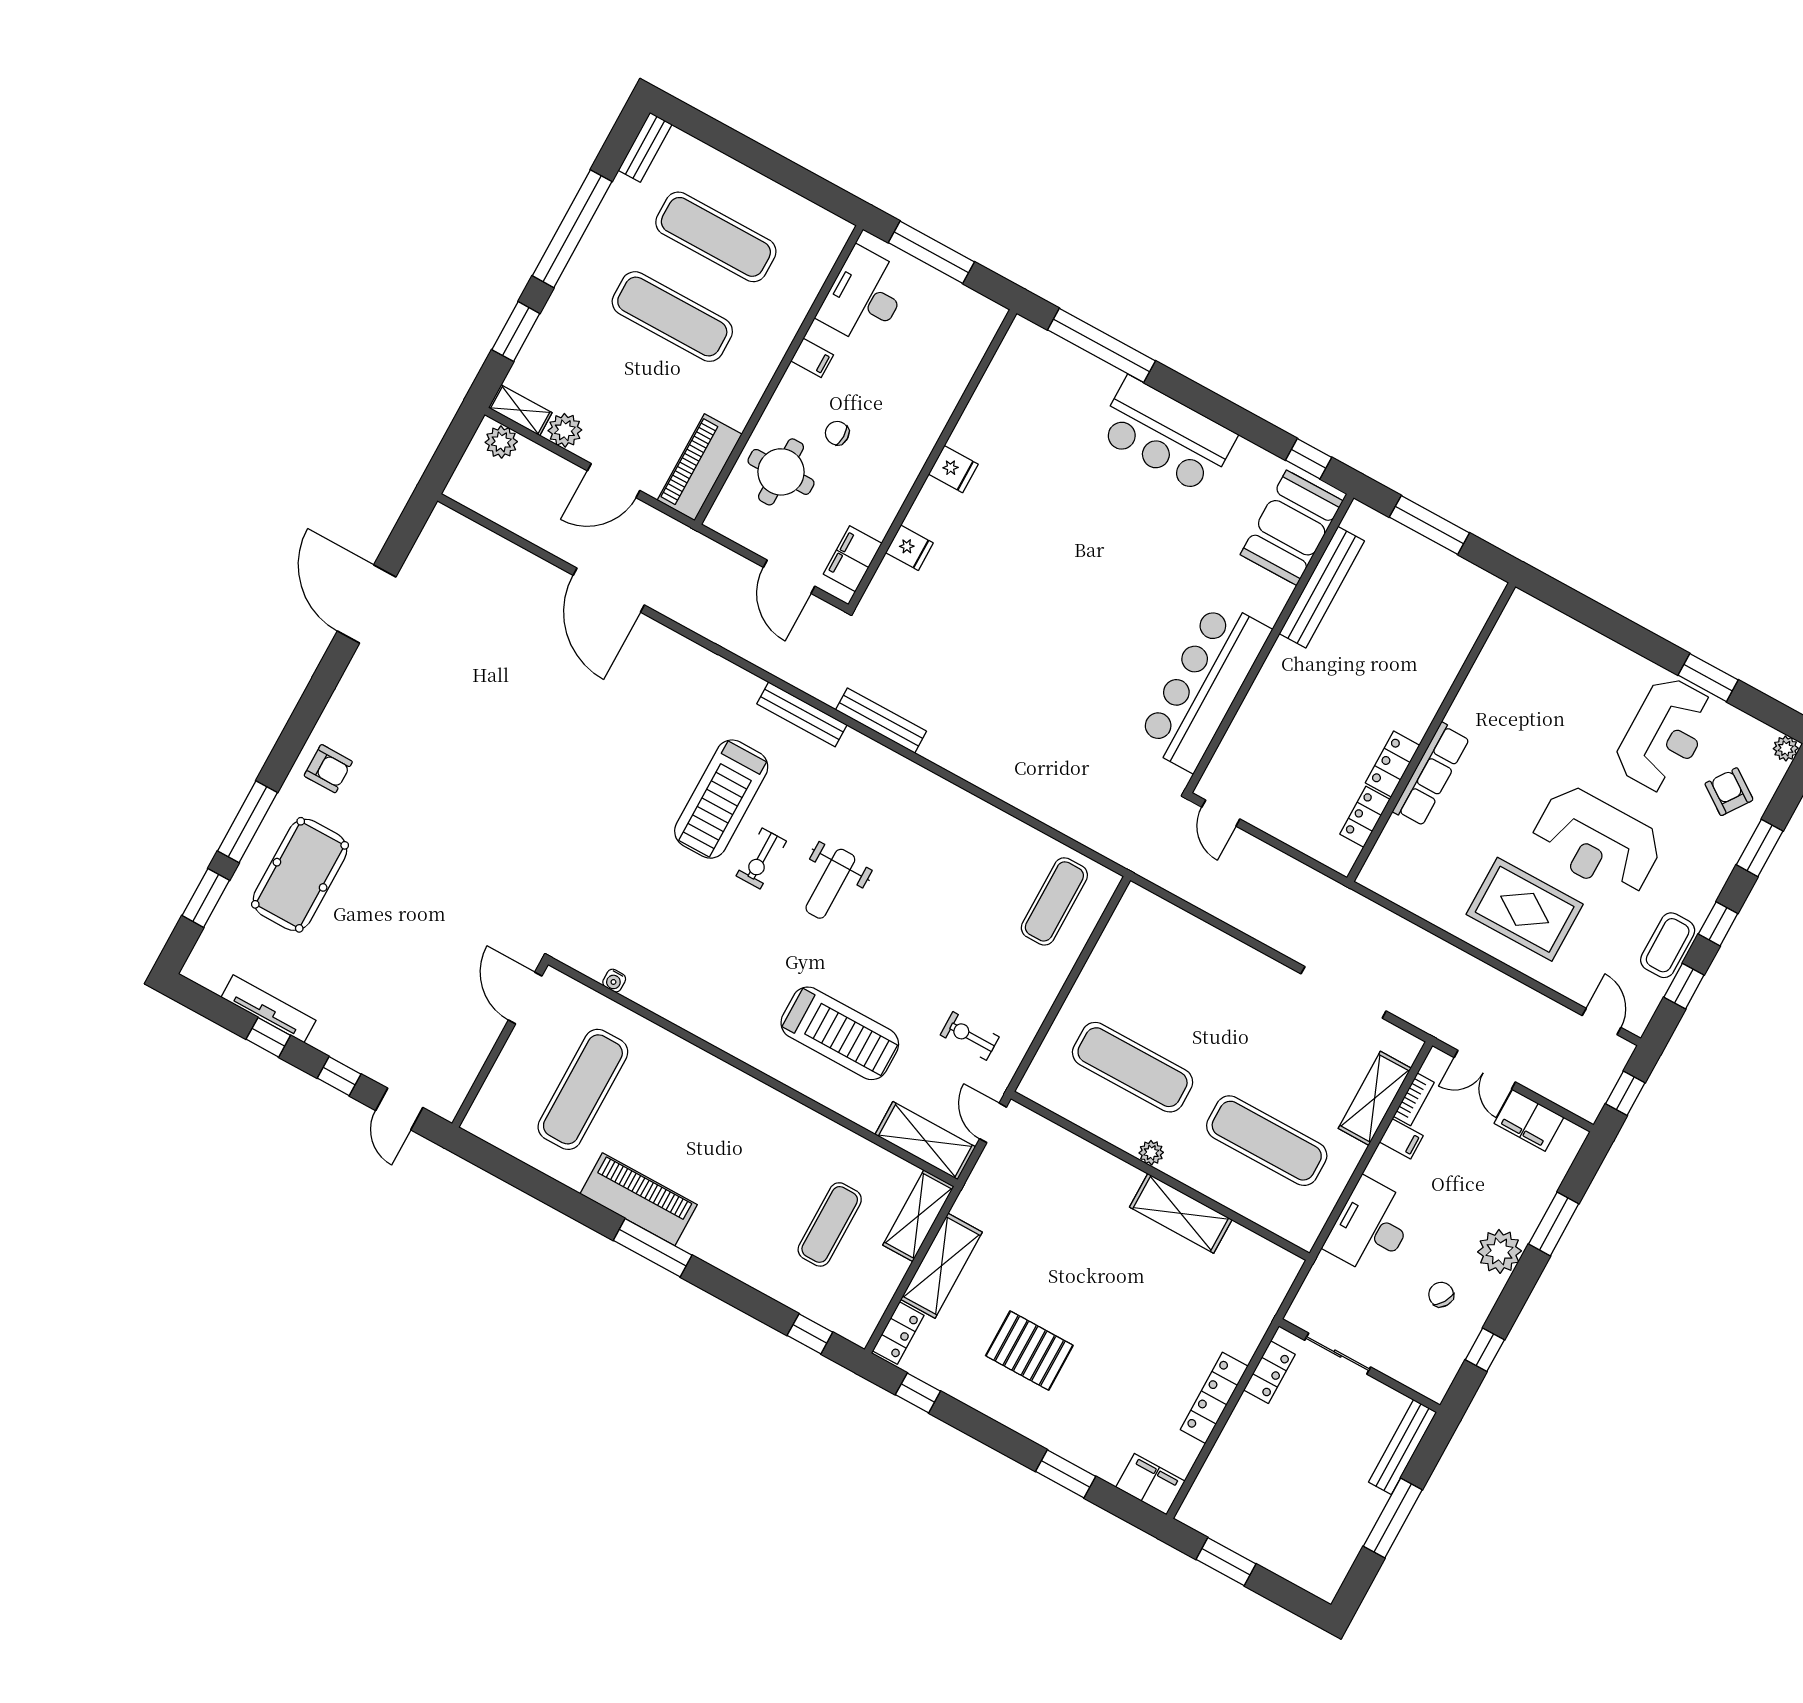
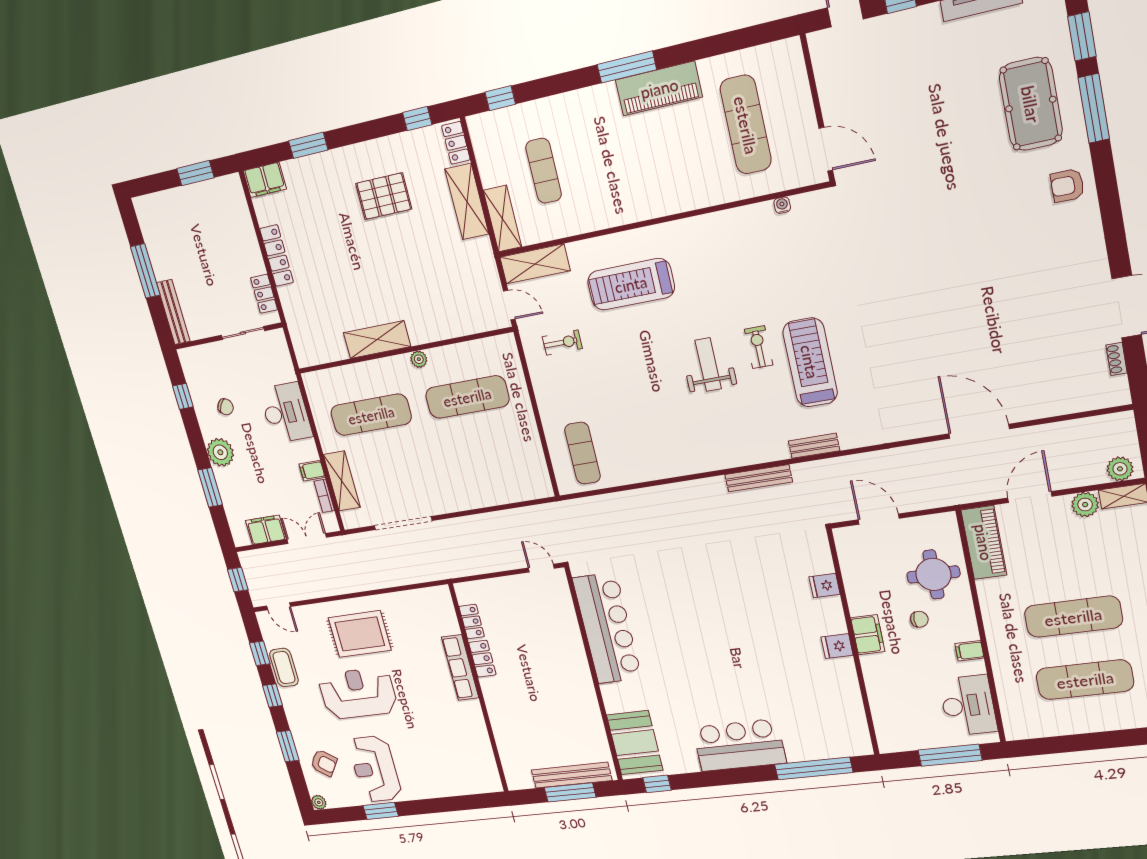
shoe rack: (417, 559) -> (1117, 359), added
filing cabinet: (853, 559) -> (868, 635), moved
bench: (1322, 587) -> (572, 775), moved, turned 90
bench: (802, 714) -> (814, 446), width x0.73

